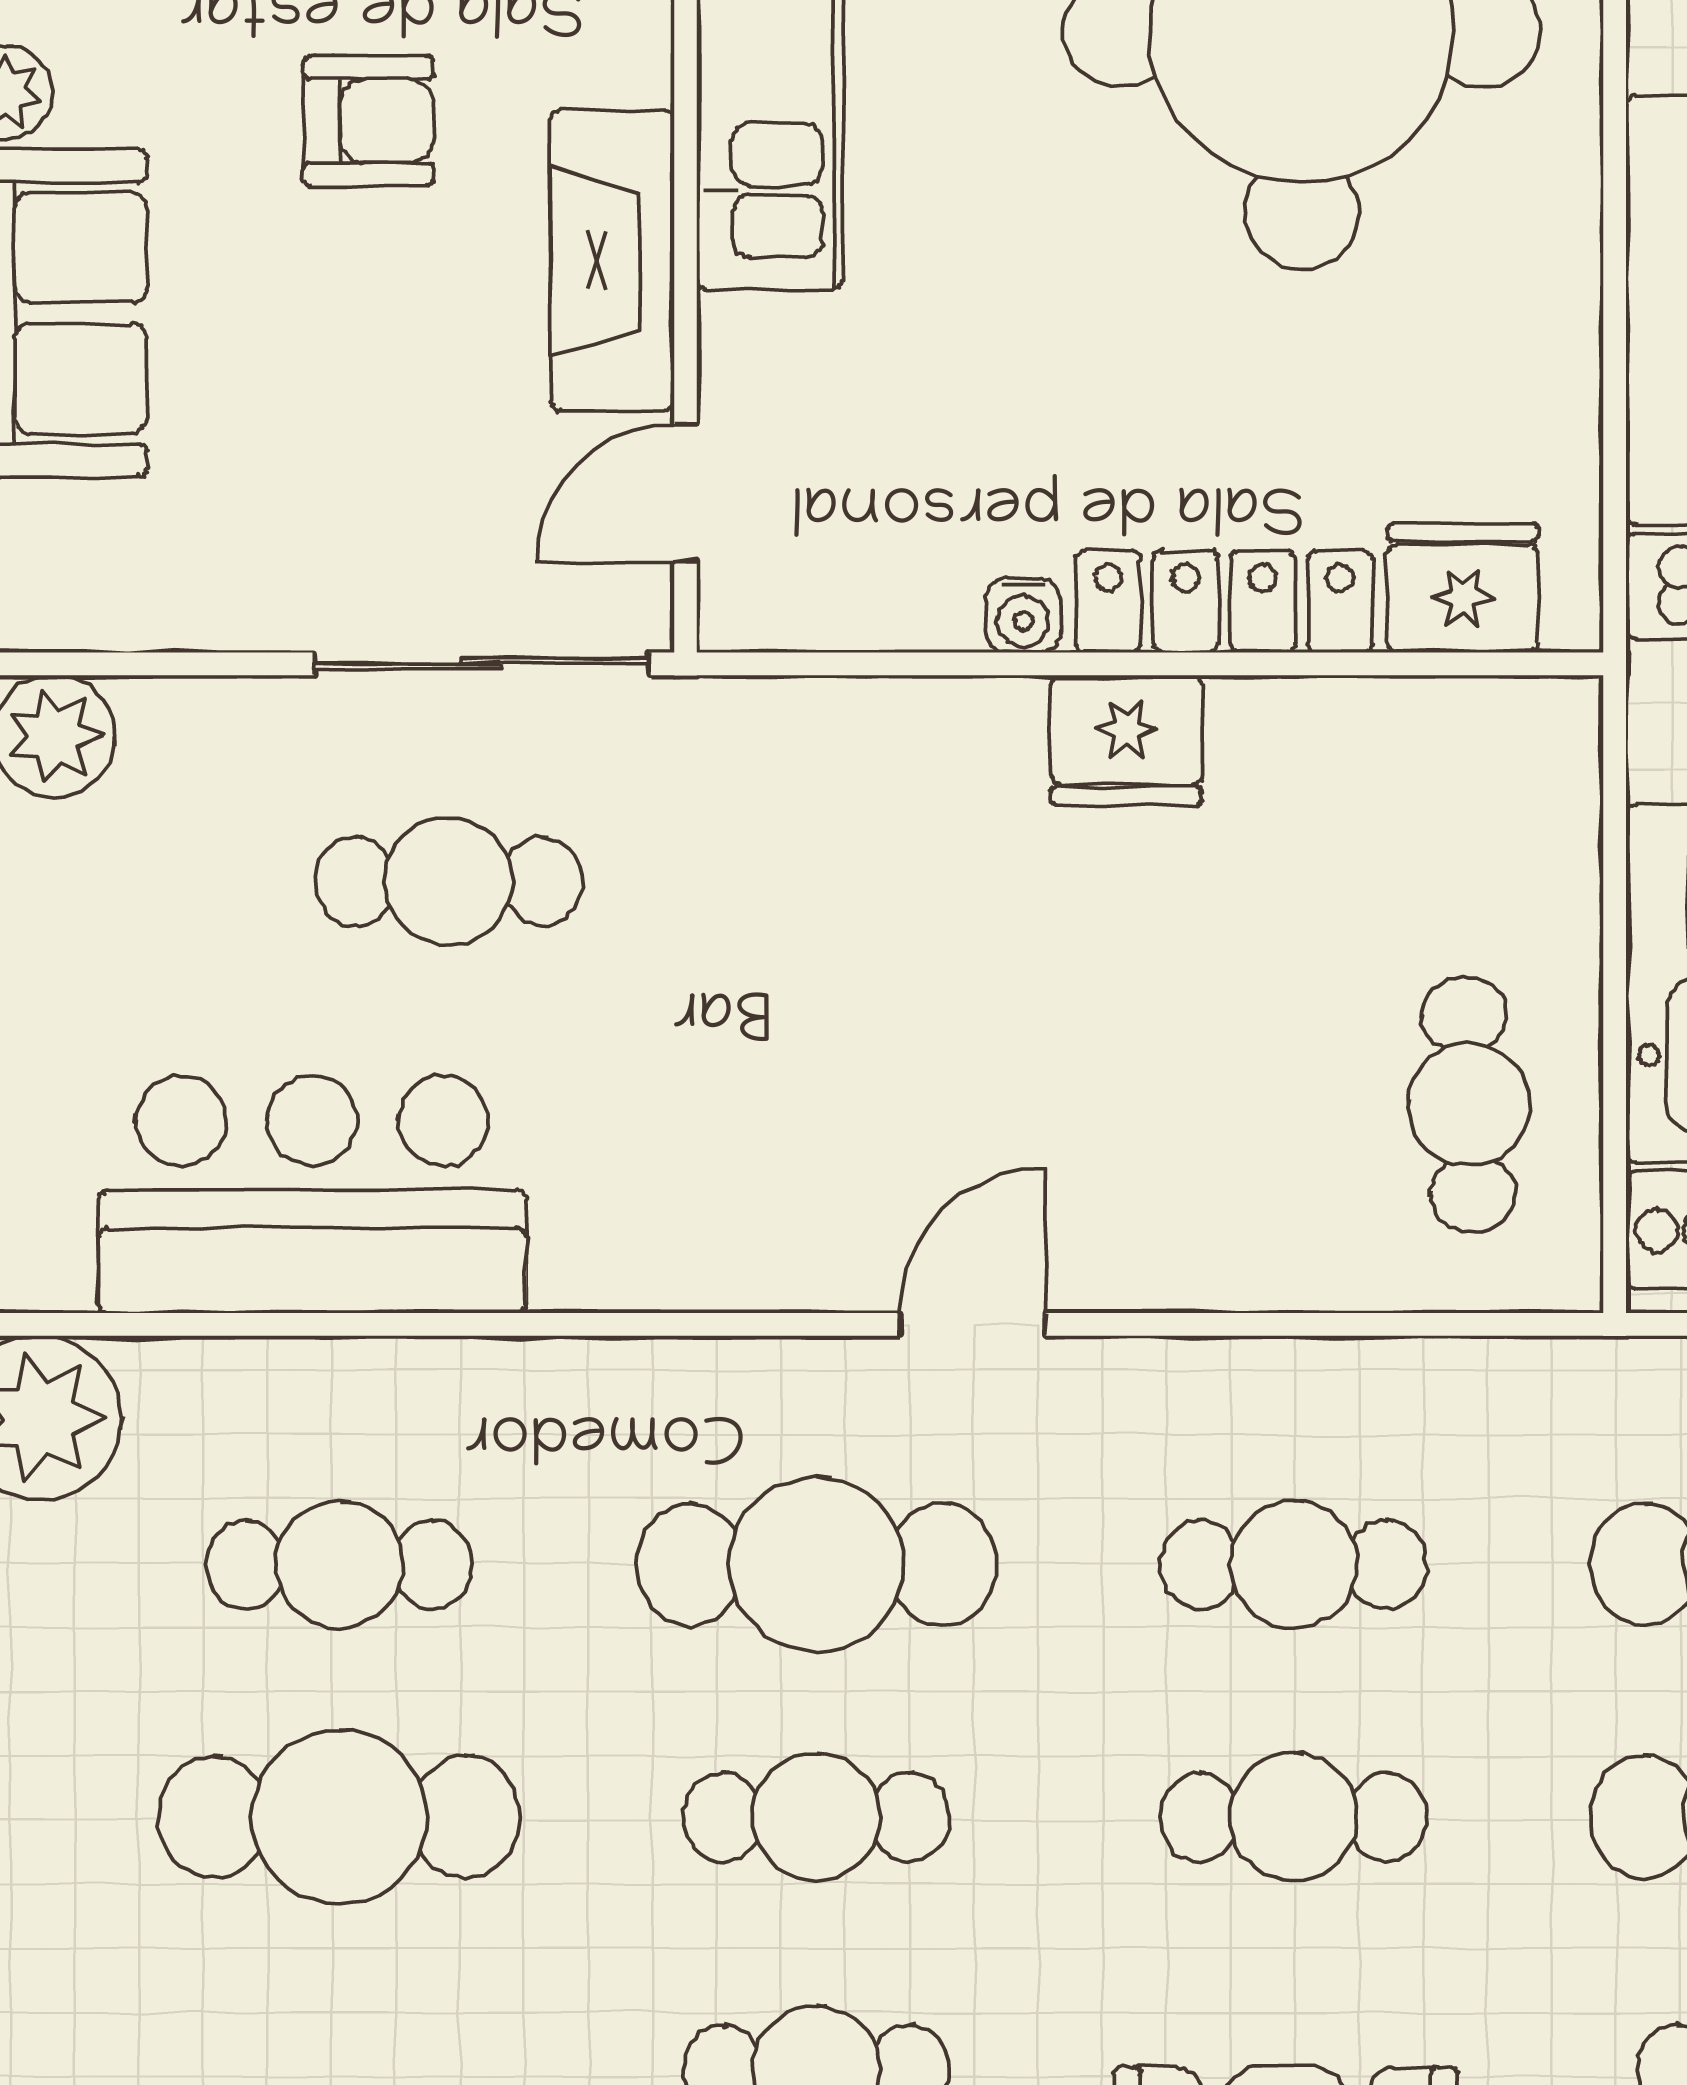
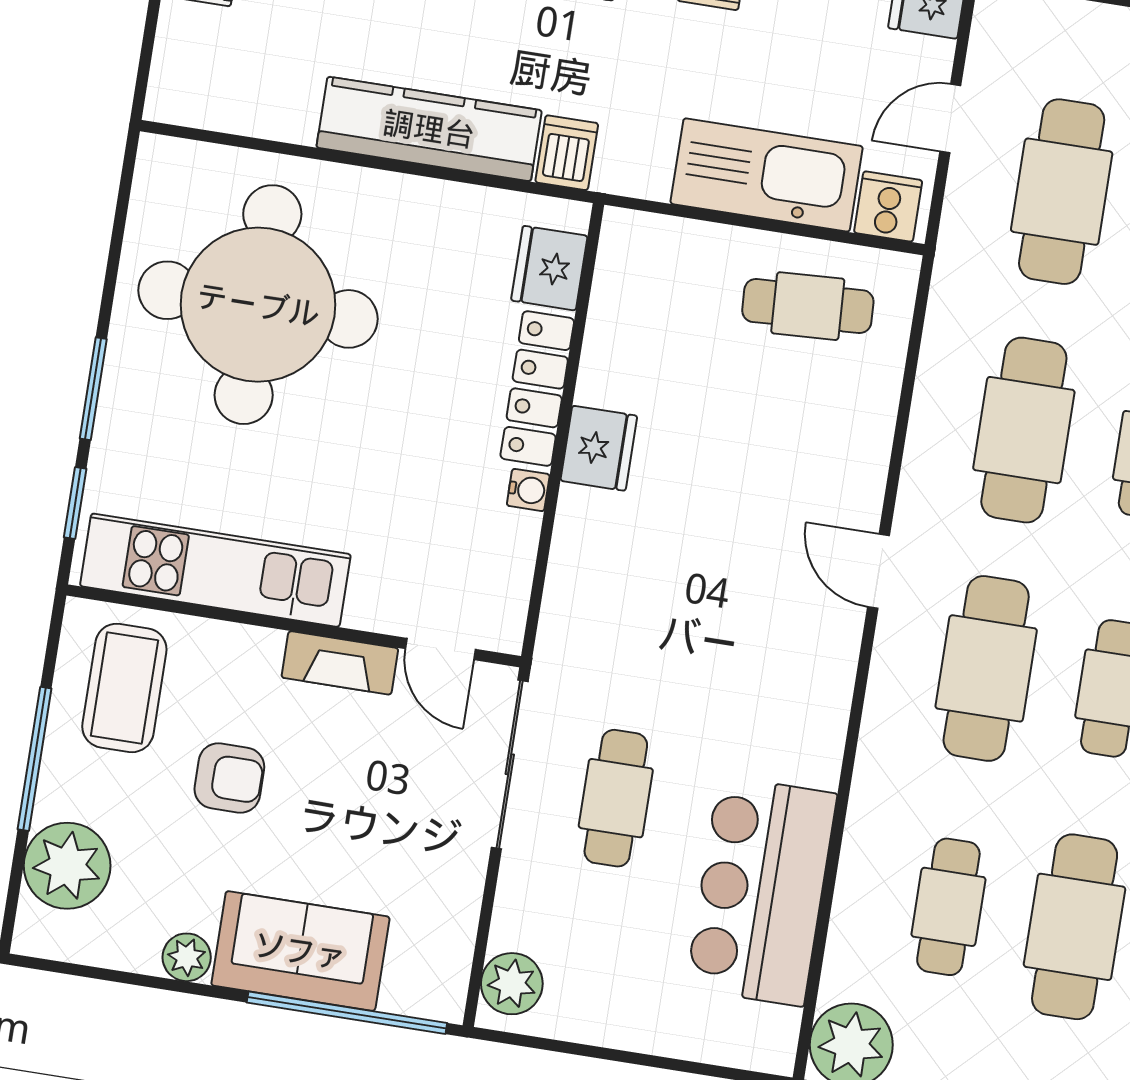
armchair: (368, 121) -> (229, 778), turned 90
fireplace: (612, 260) -> (340, 663), width x0.73, depth x0.76
cafe table: (1293, 1565) -> (1024, 430), width x1.37, depth x1.35

